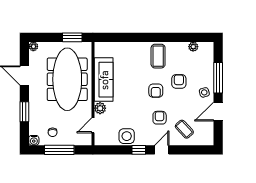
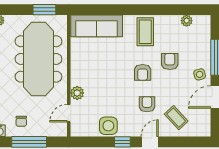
sofa: (104, 80) -> (97, 26), moved, turned 90

